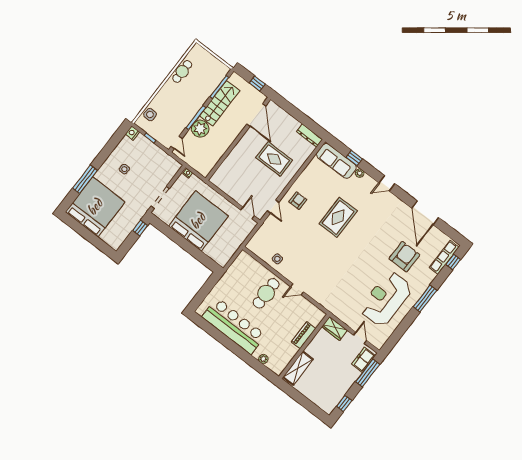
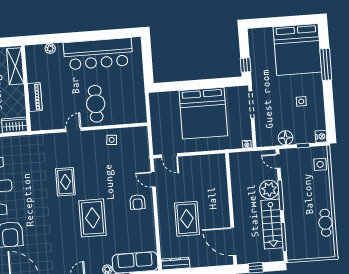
floor lamp: (157, 154) -> (286, 138), added
rug: (274, 159) -> (187, 219), turned 90
rug: (335, 259) -> (65, 182), added

